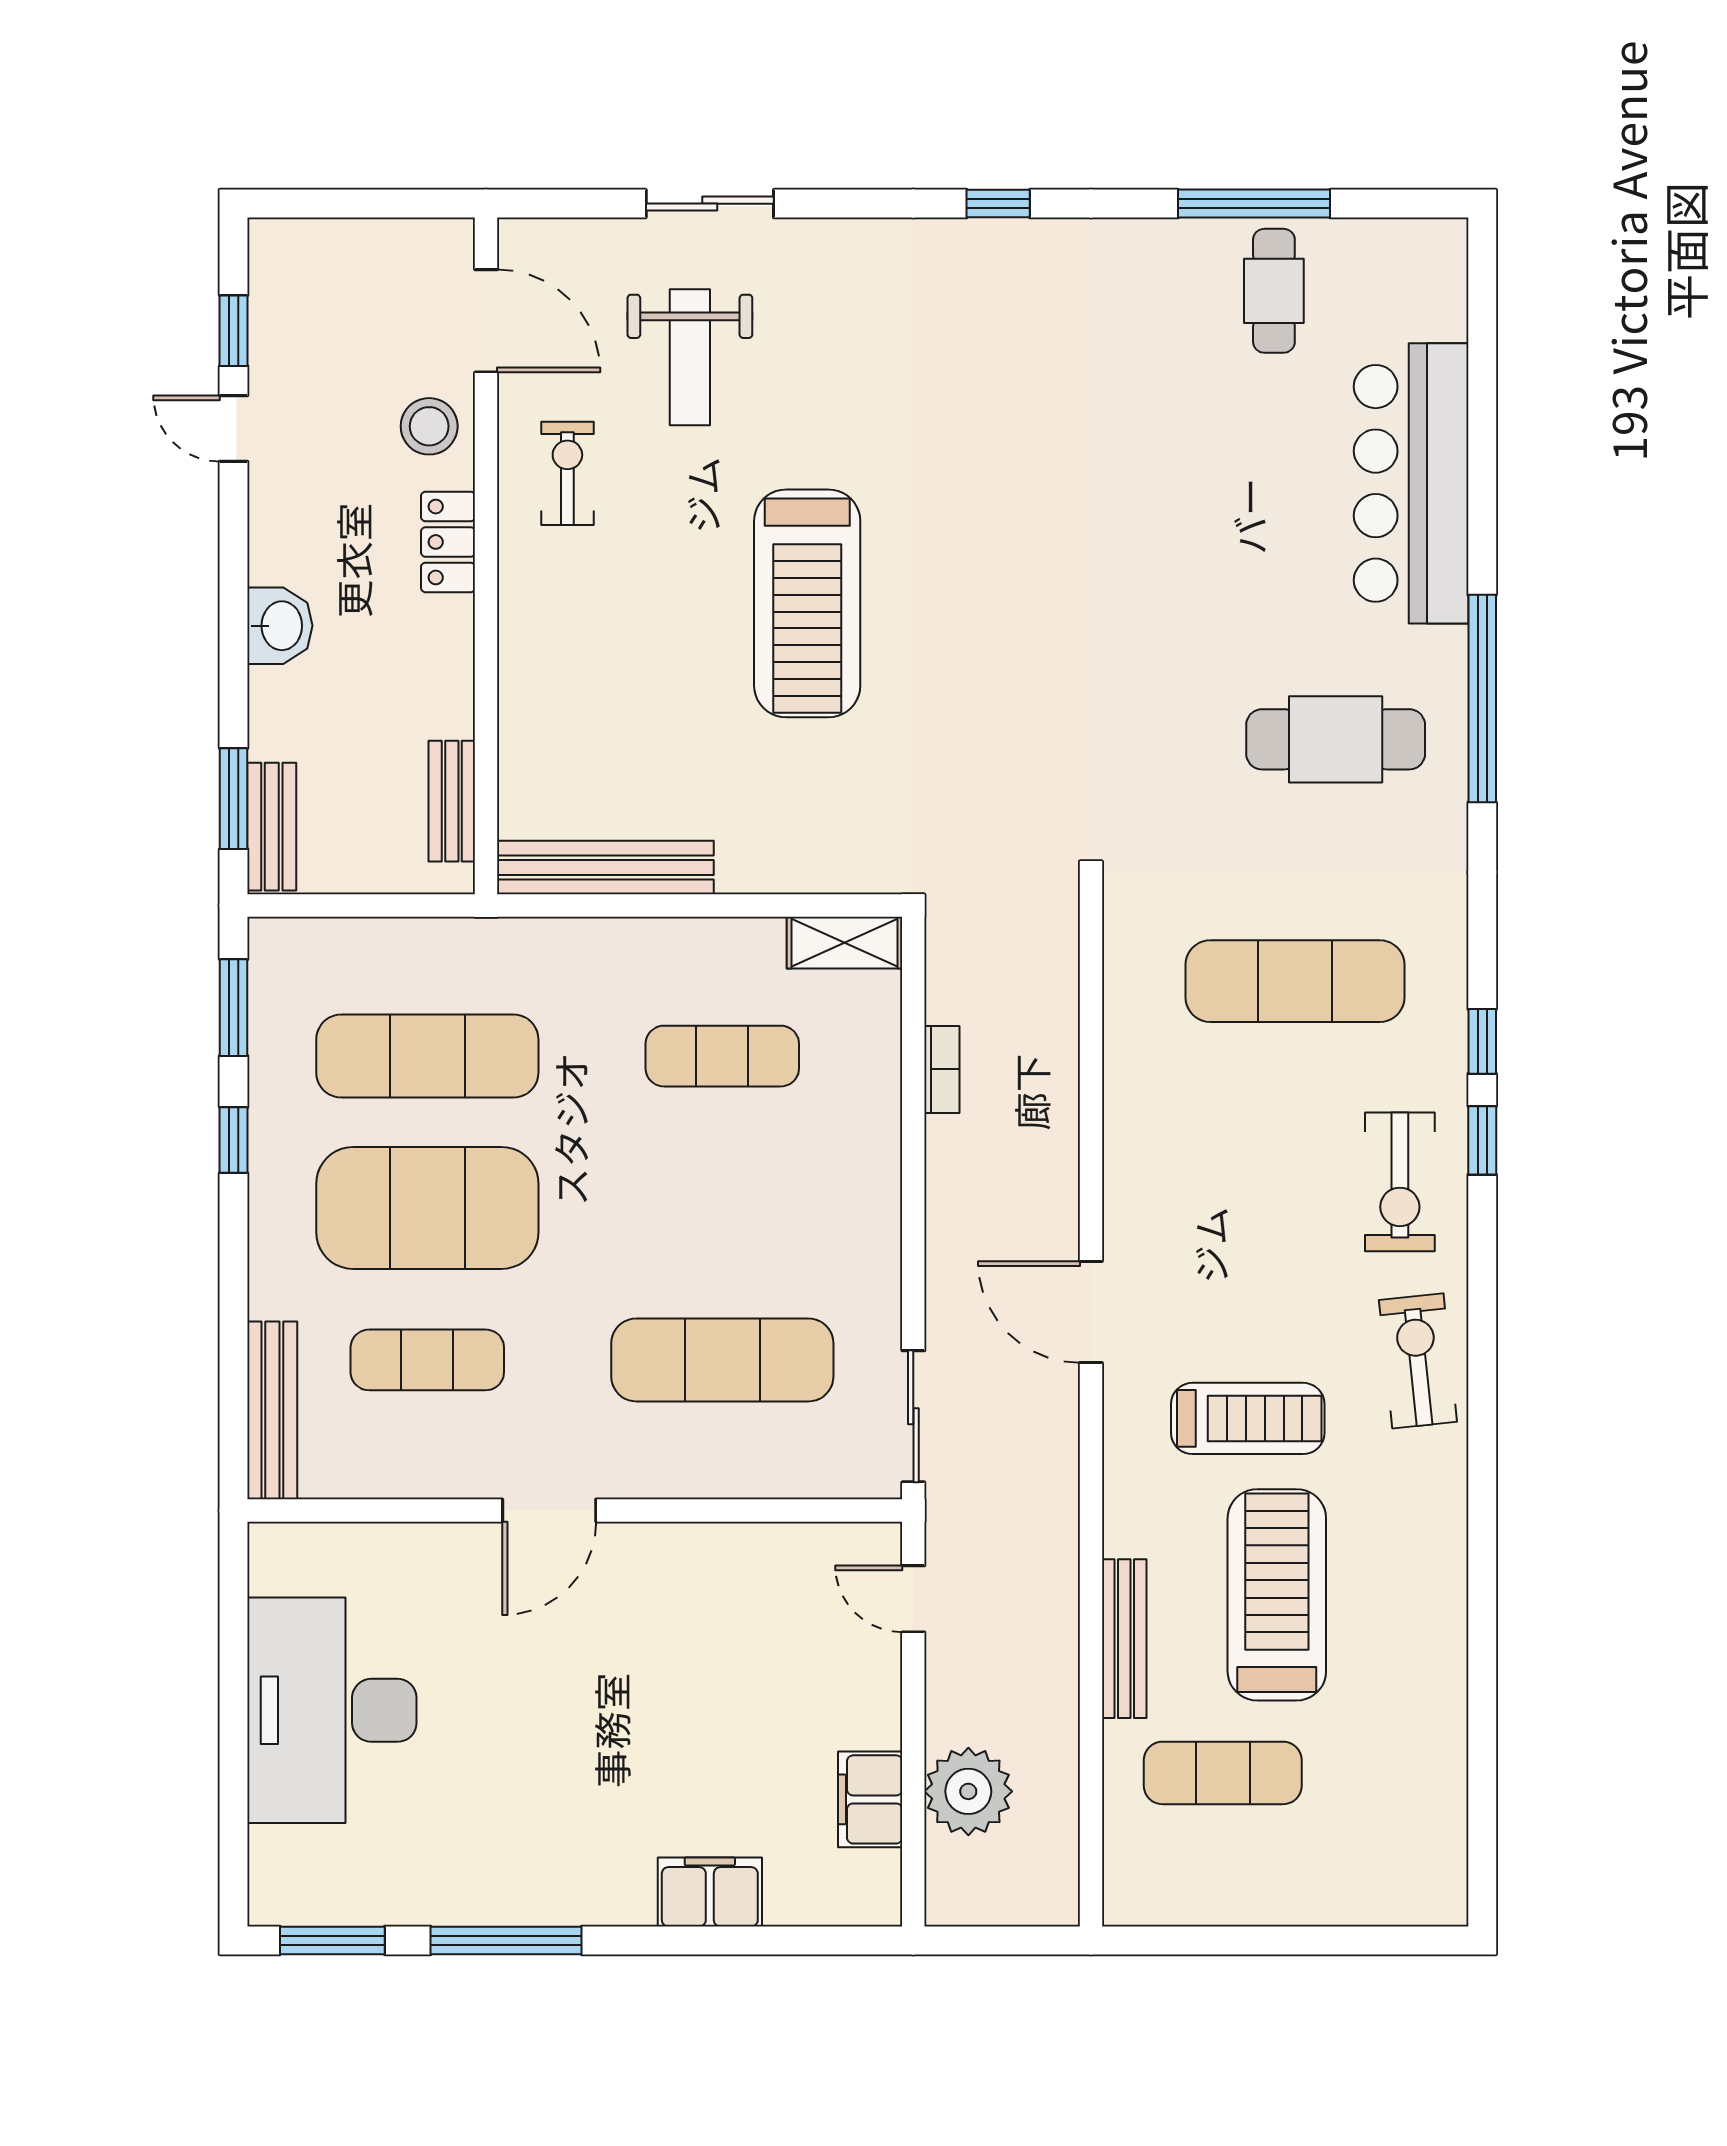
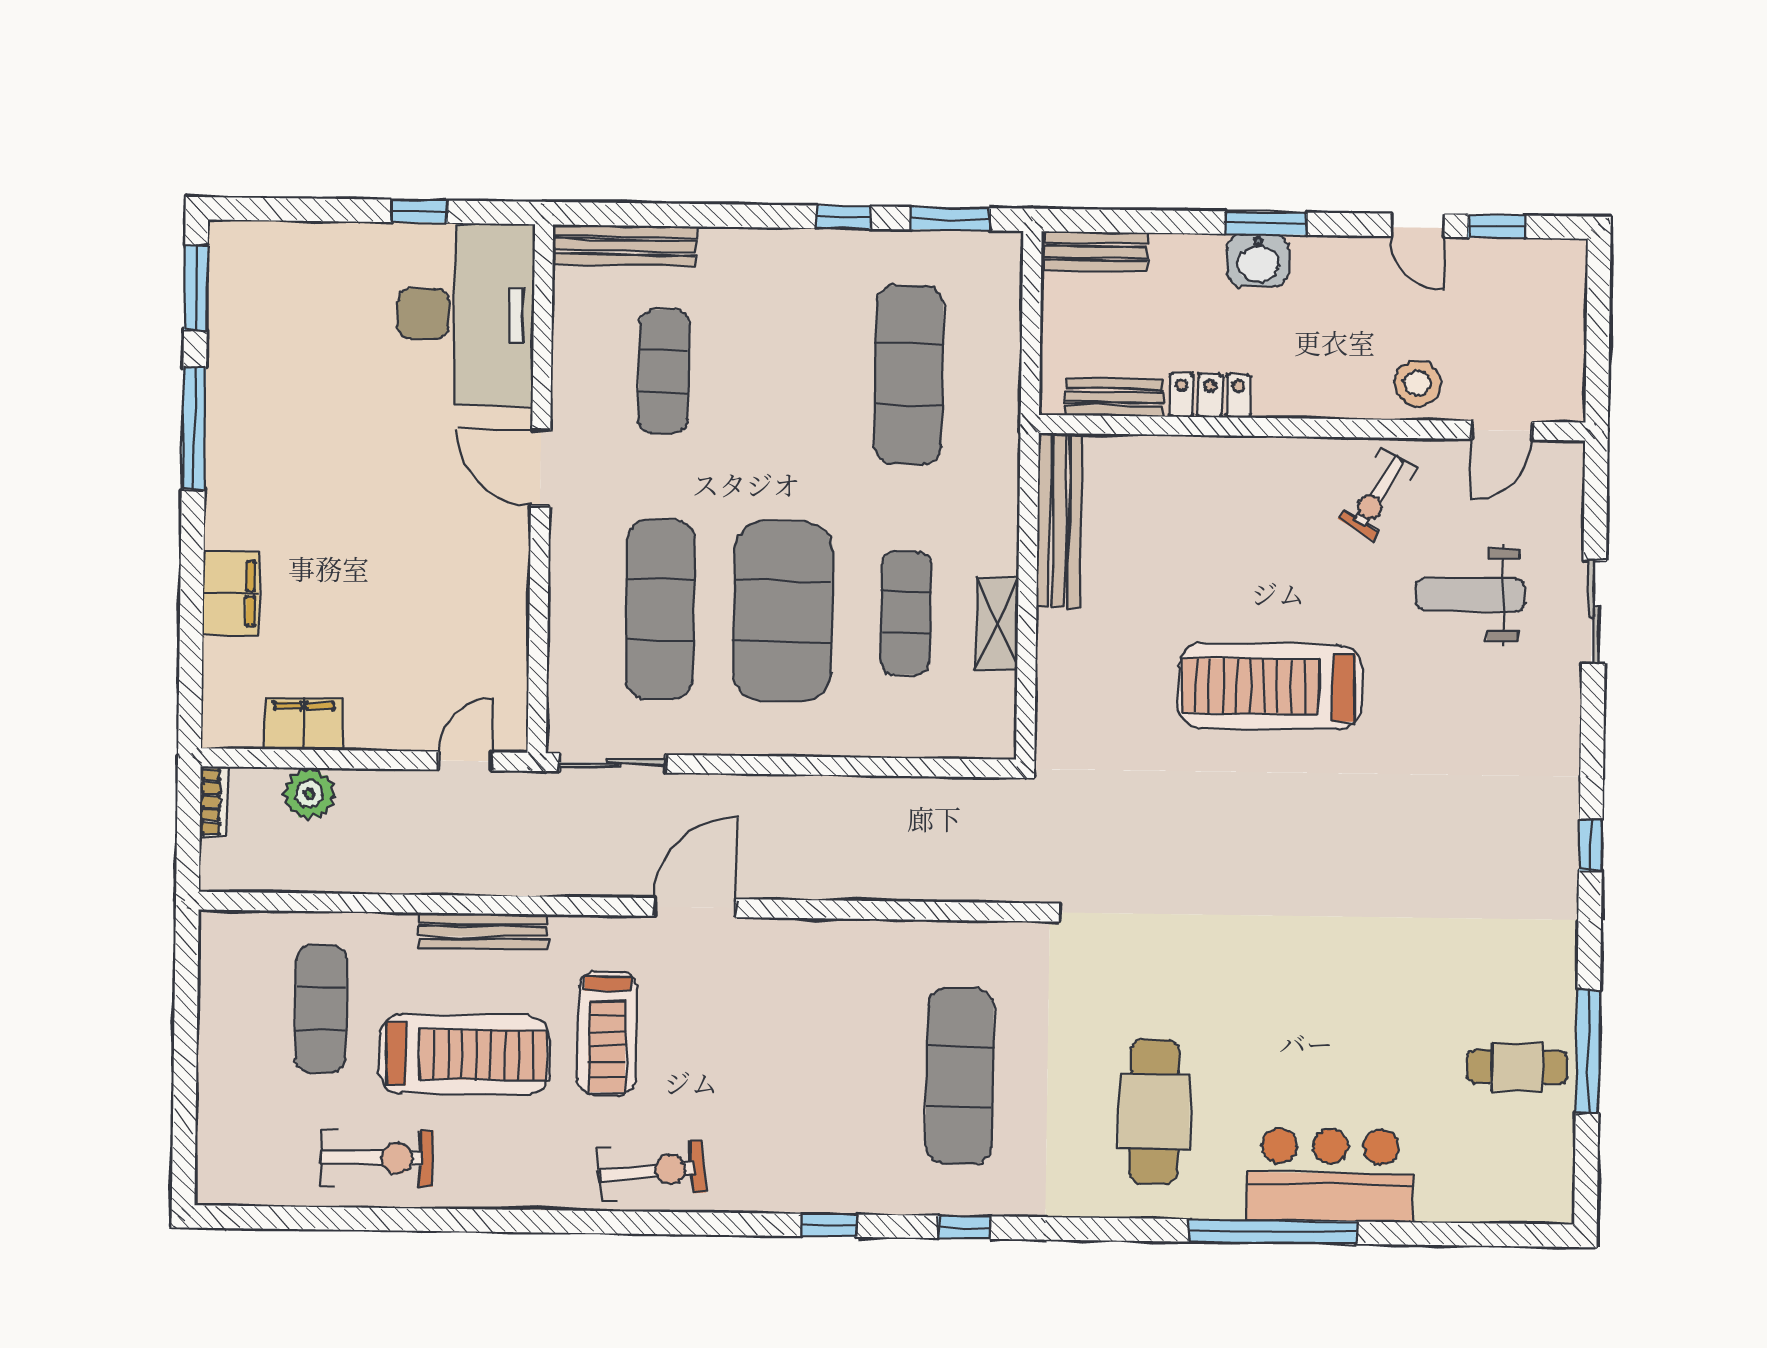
door: (486, 321) -> (1502, 430), width x0.73
door: (234, 428) -> (1418, 225), swing flipped
exercise bike: (567, 473) -> (1378, 494), turned 121
bar counter: (1411, 483) -> (1330, 1175), width x0.73
locker: (448, 542) -> (1210, 396), moved
window: (1482, 699) -> (1273, 1232), moved
window: (234, 799) -> (1266, 223), moved
shelving: (844, 943) -> (997, 624), moved
window: (1482, 1041) -> (964, 1227), moved
bookcase: (942, 1069) -> (214, 802), moved, turned -90
exercise bike: (1400, 1182) -> (377, 1158), moved, turned 180
exercise mat: (427, 1208) -> (783, 611), moved
bench: (1124, 1639) -> (483, 932), moved
window: (234, 1665) -> (419, 211), added
desk: (332, 1710) -> (466, 314), moved, turned 90
plant: (968, 1791) -> (309, 794), width x0.73, depth x0.73

